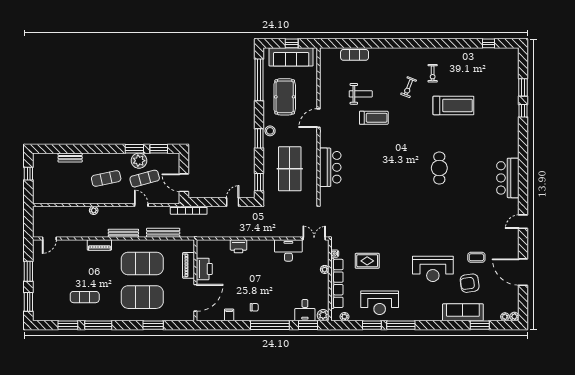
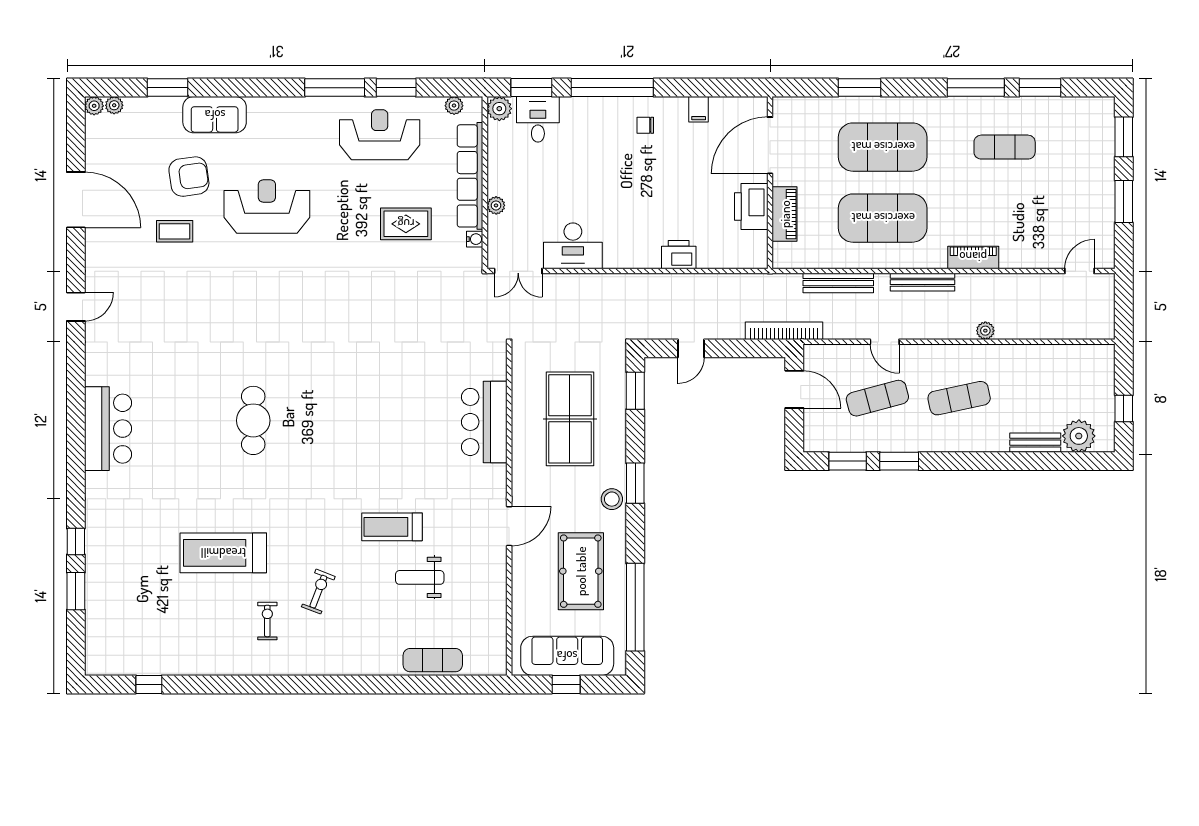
plant: (139, 161) -> (1079, 436), moved
bar counter: (508, 178) -> (108, 429), moved
sofa: (463, 312) -> (215, 115), width x0.73

